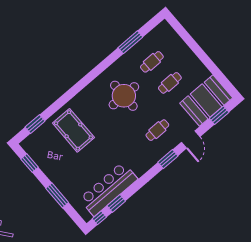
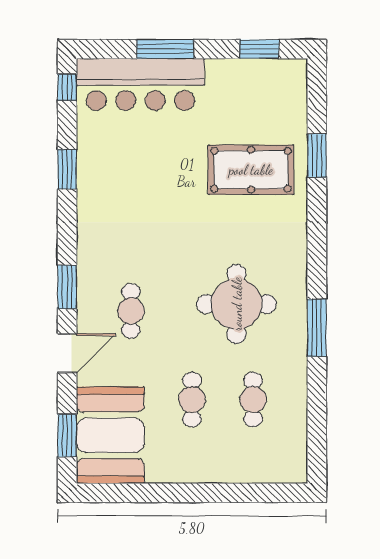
window: (130, 42) -> (317, 328), moved
window: (35, 124) -> (317, 156), moved
door: (191, 140) -> (67, 353), swing flipped
bar counter: (108, 189) -> (140, 84), moved, turned 90
window: (116, 203) -> (67, 169), moved

